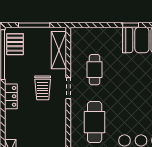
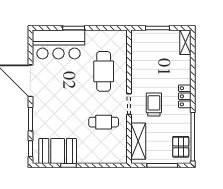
cafe table: (95, 70) -> (104, 122), turned 90

